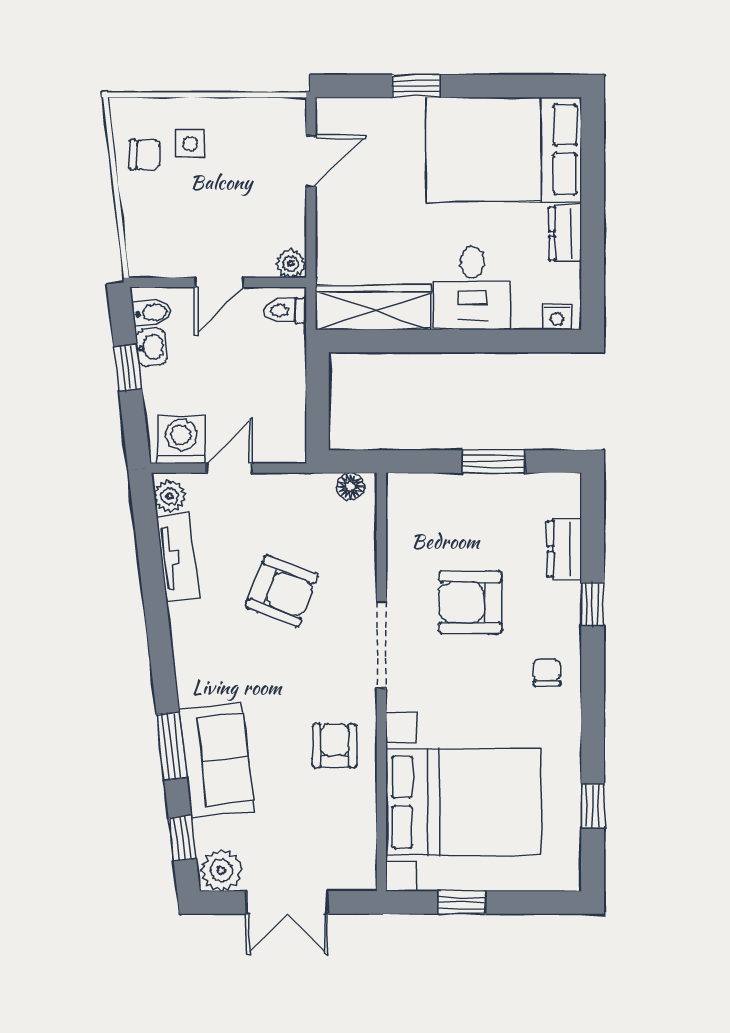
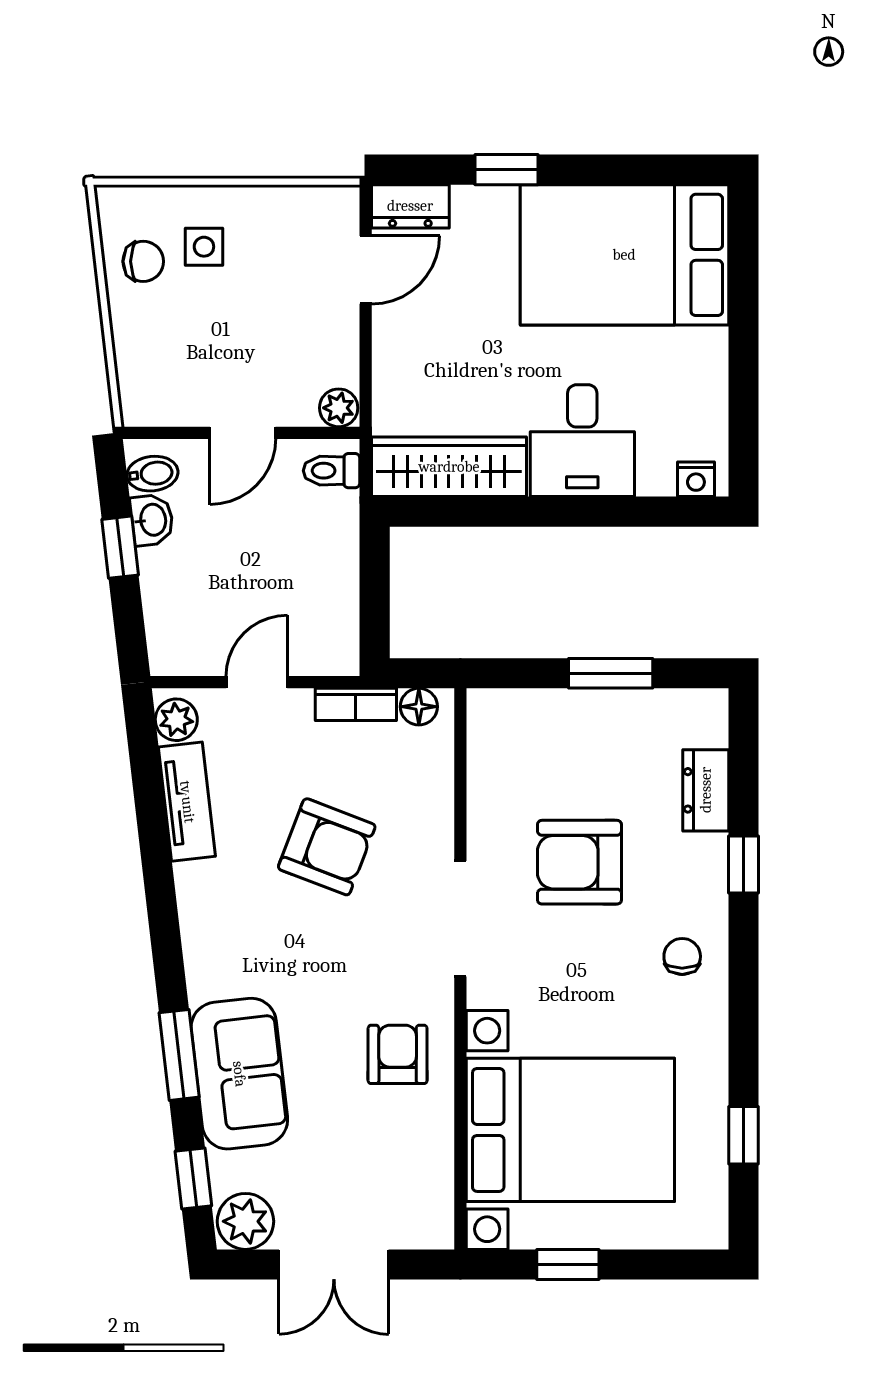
dresser: (565, 234) -> (410, 206), moved, turned -90
washing machine: (181, 440) -> (192, 644), removed
bookcase: (304, 485) -> (356, 704), added

